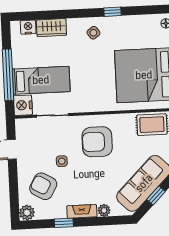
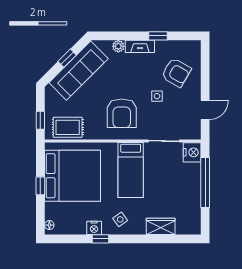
nightstand: (28, 27) -> (94, 228), moved
bed: (41, 80) -> (131, 170), moved, turned -90
armchair: (97, 142) -> (122, 113), turned 90
plant: (27, 213) -> (193, 48), removed

